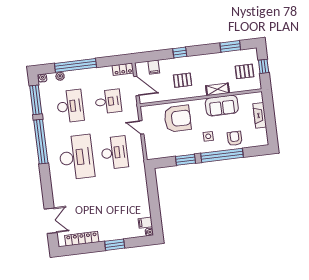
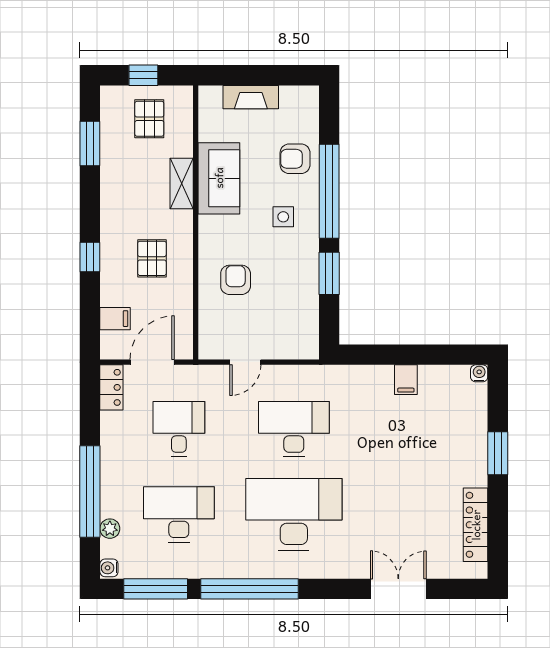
armchair: (178, 119) -> (236, 280), width x0.53, depth x0.53
double door: (51, 221) -> (398, 589), moved
filing cabinet: (145, 223) -> (406, 380), moved

